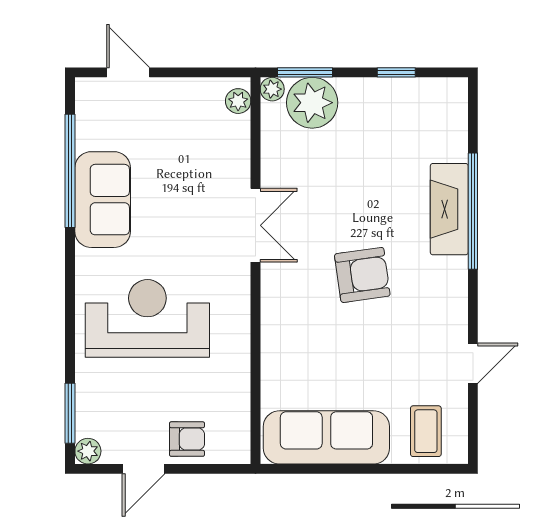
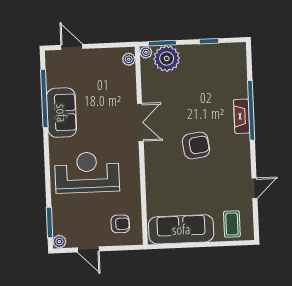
fireplace: (449, 209) -> (242, 116), width x0.73, depth x0.76
armchair: (187, 439) -> (120, 224), moved
door: (144, 469) -> (88, 249), hinge flipped

